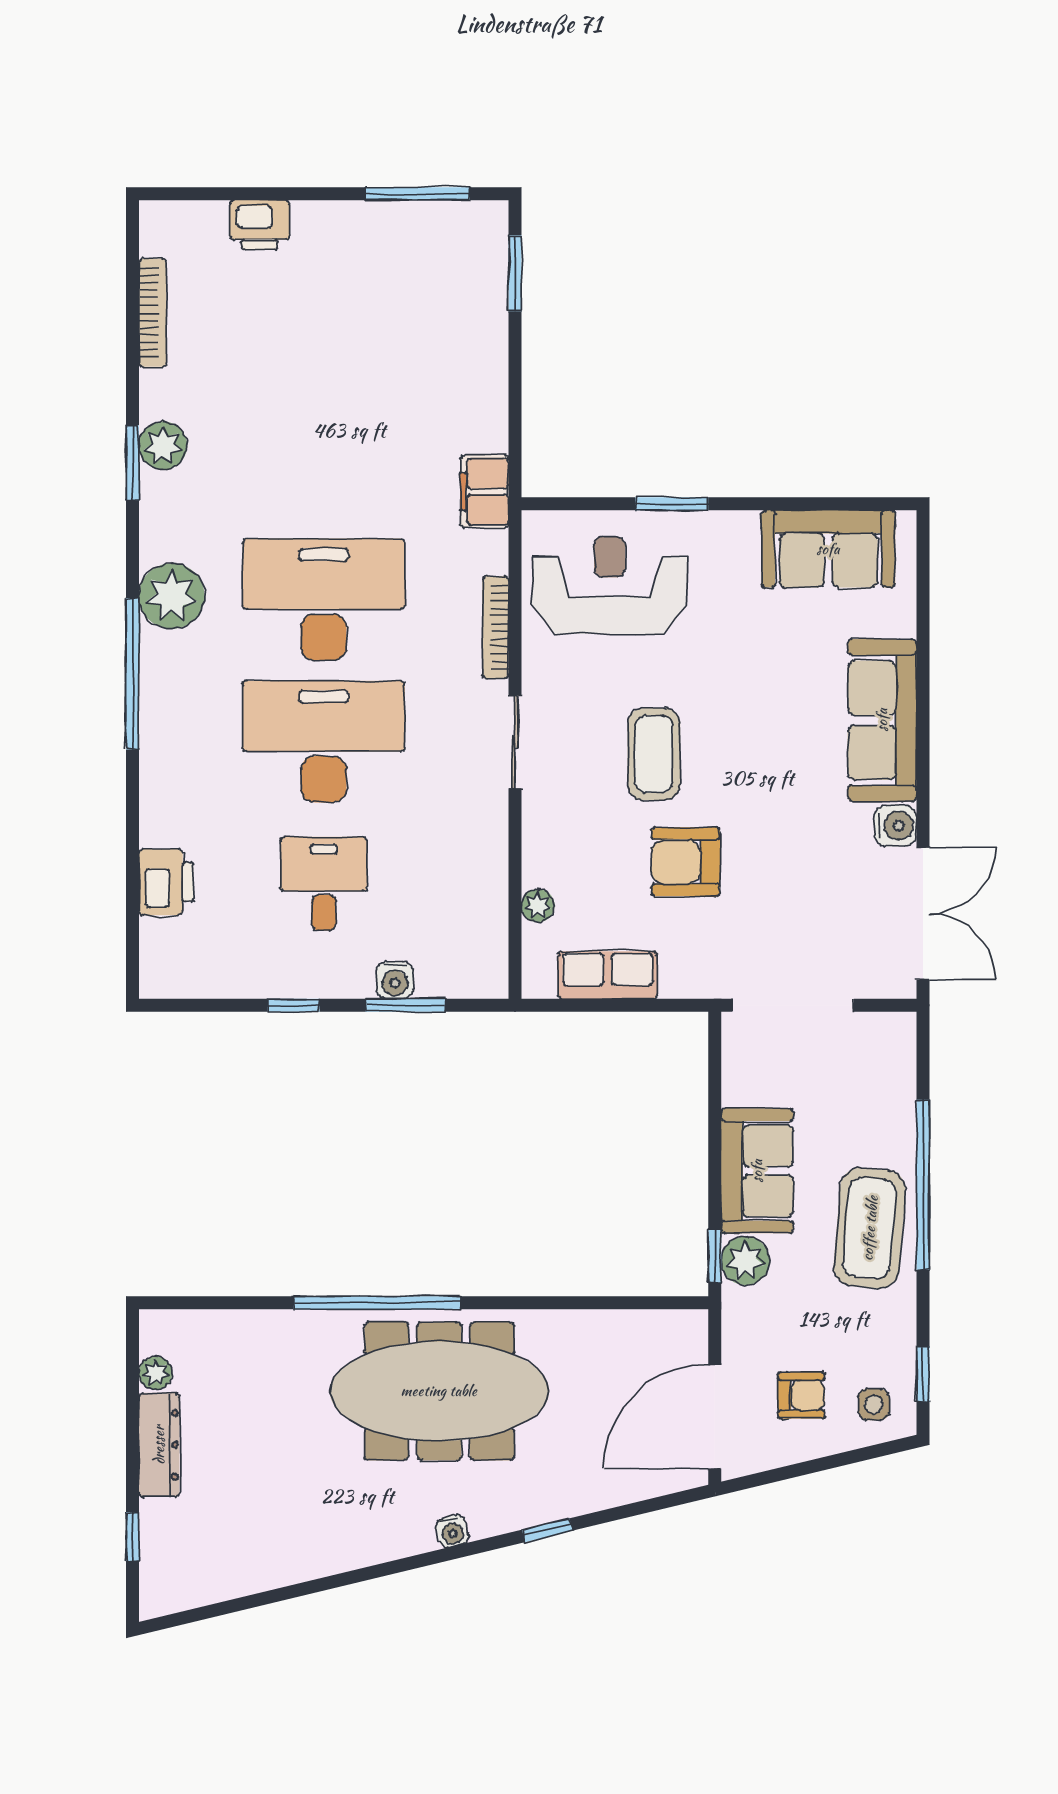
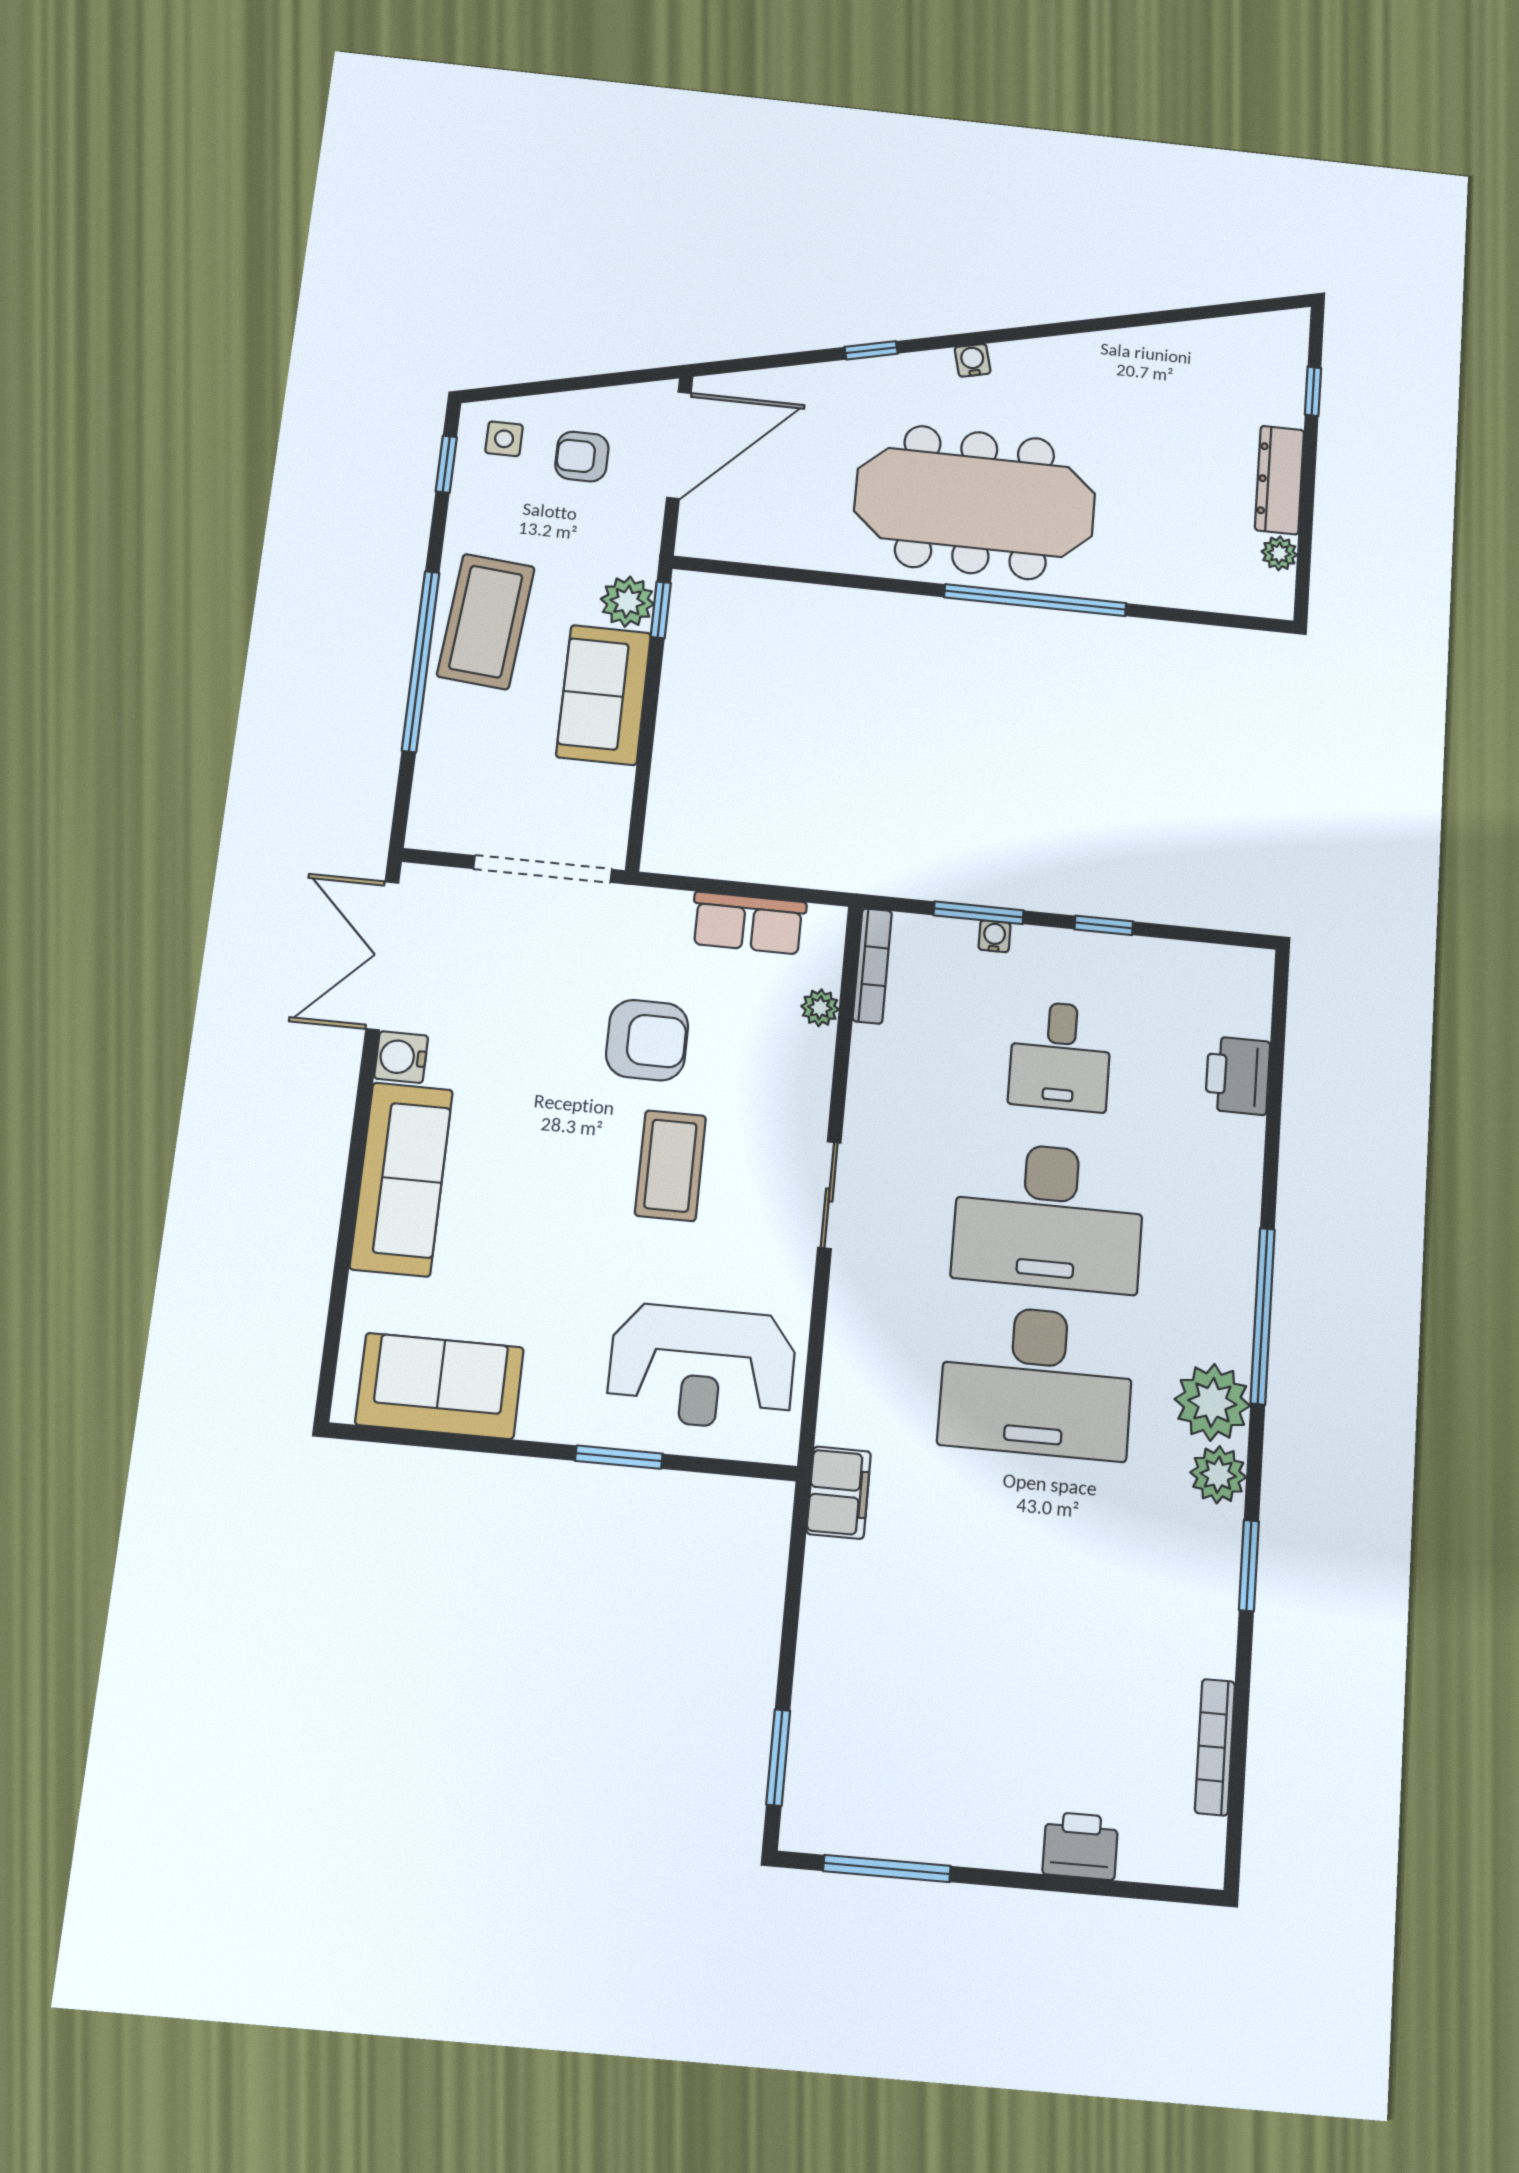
plant: (163, 446) -> (1218, 1475), moved
bookcase: (495, 627) -> (872, 966), moved
water cooler: (395, 980) -> (995, 936), width x0.72, depth x0.72

